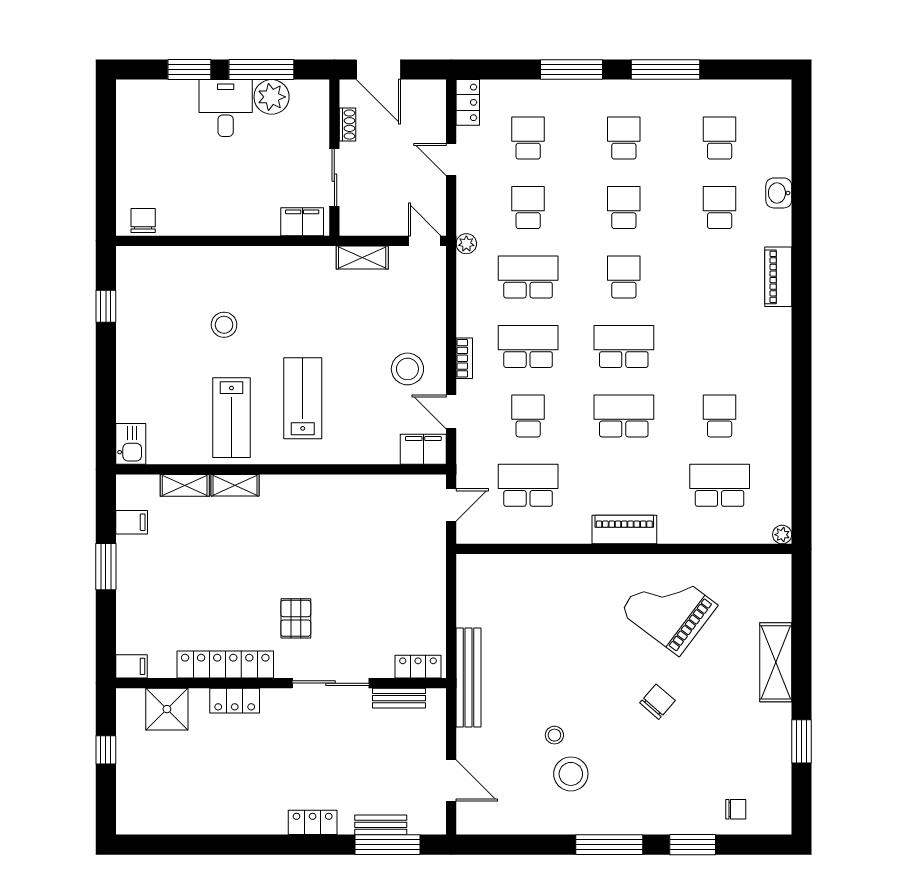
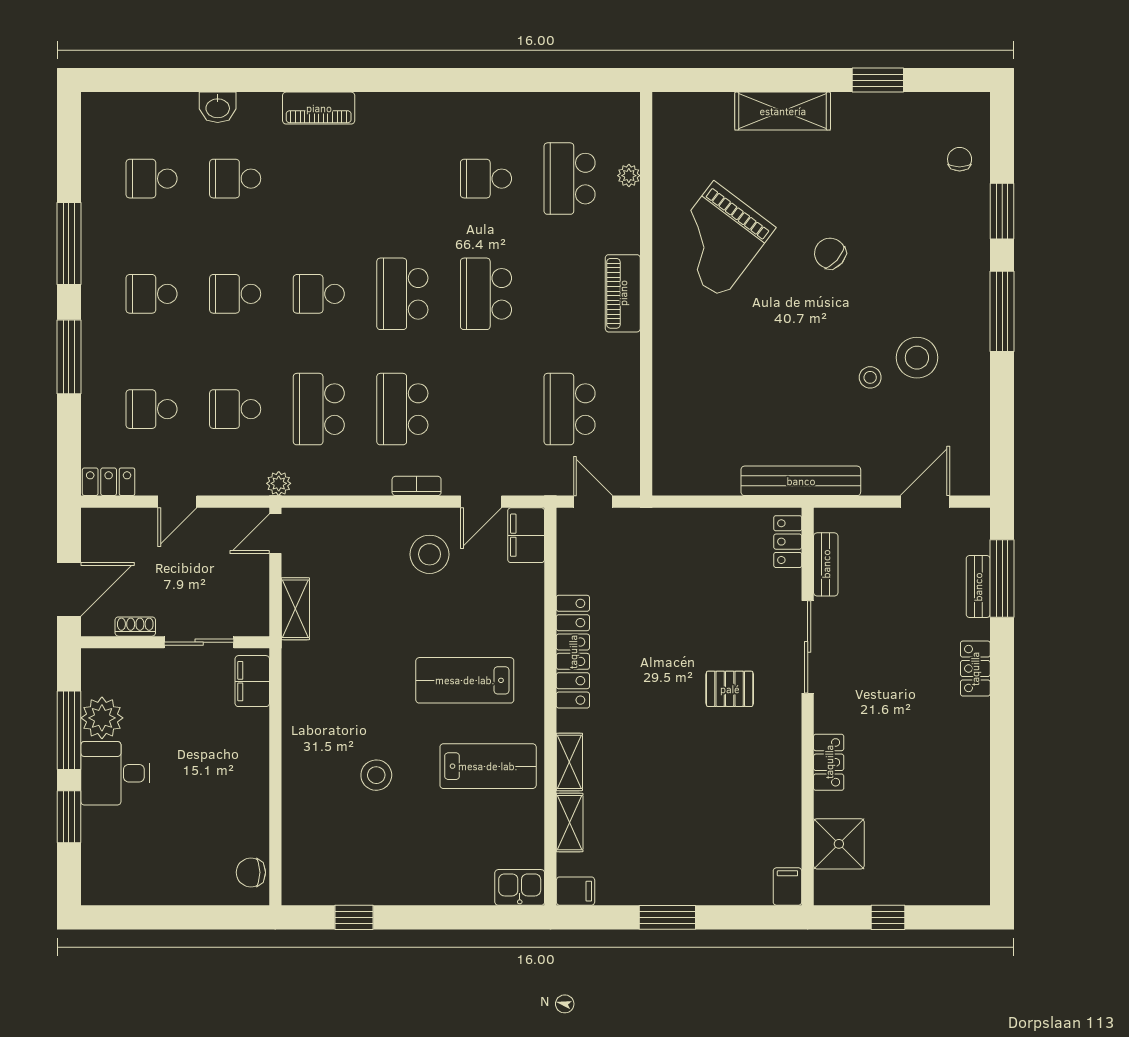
school desk: (528, 416) -> (486, 409), removed
filing cabinet: (132, 522) -> (575, 891), moved, turned 90
plant: (782, 535) -> (629, 176), moved
locker: (225, 665) -> (573, 652), moved, turned 180

